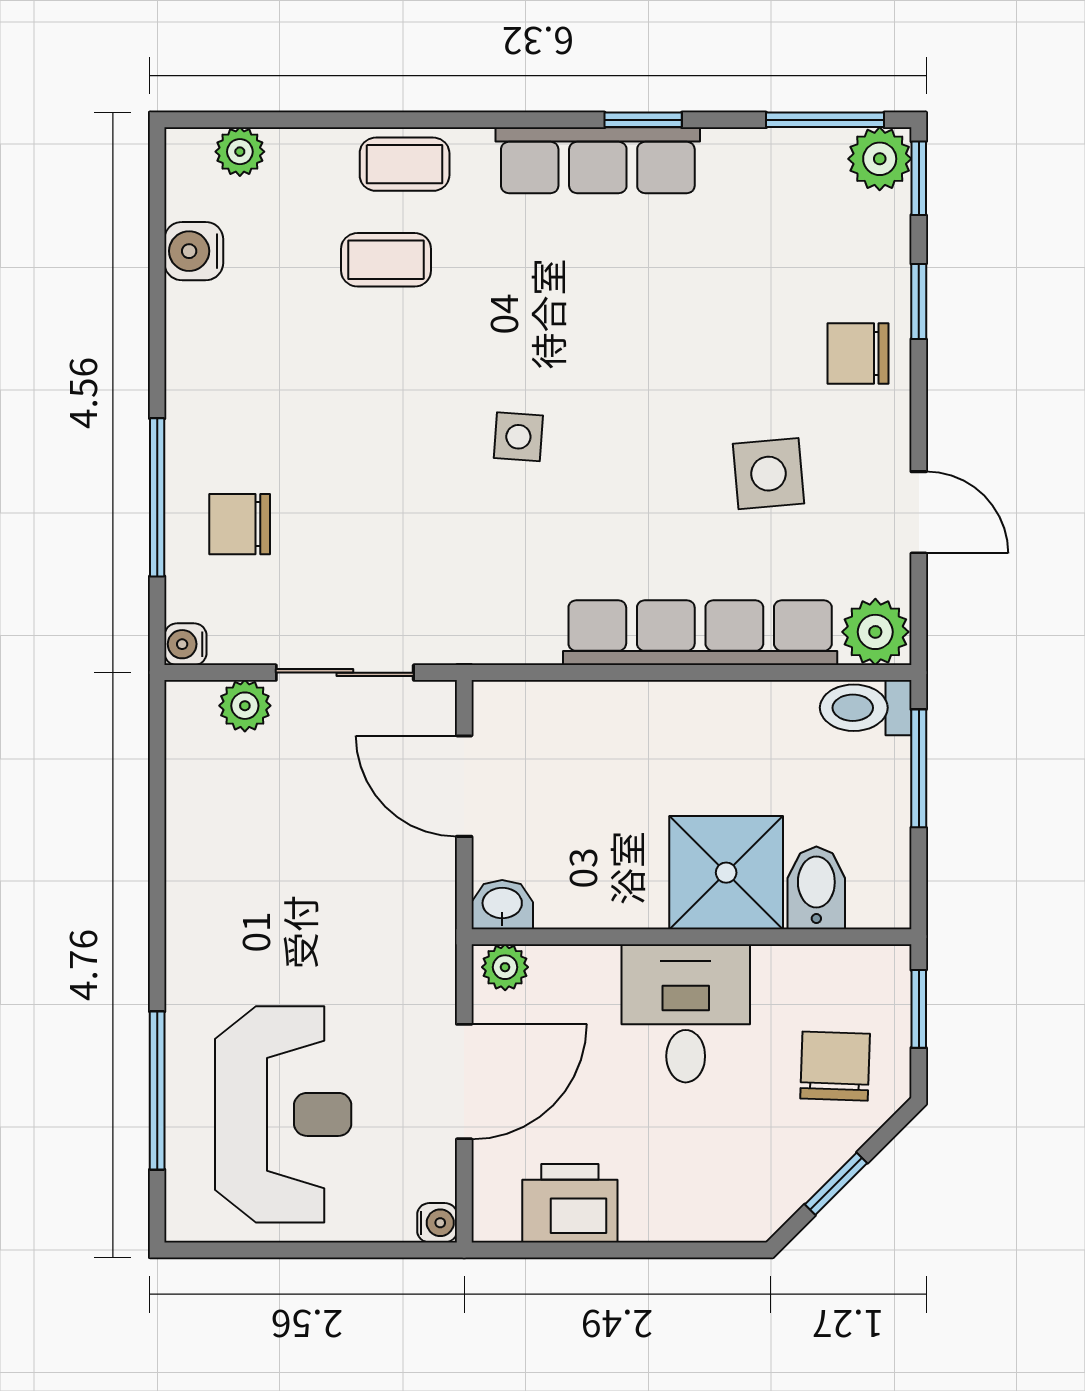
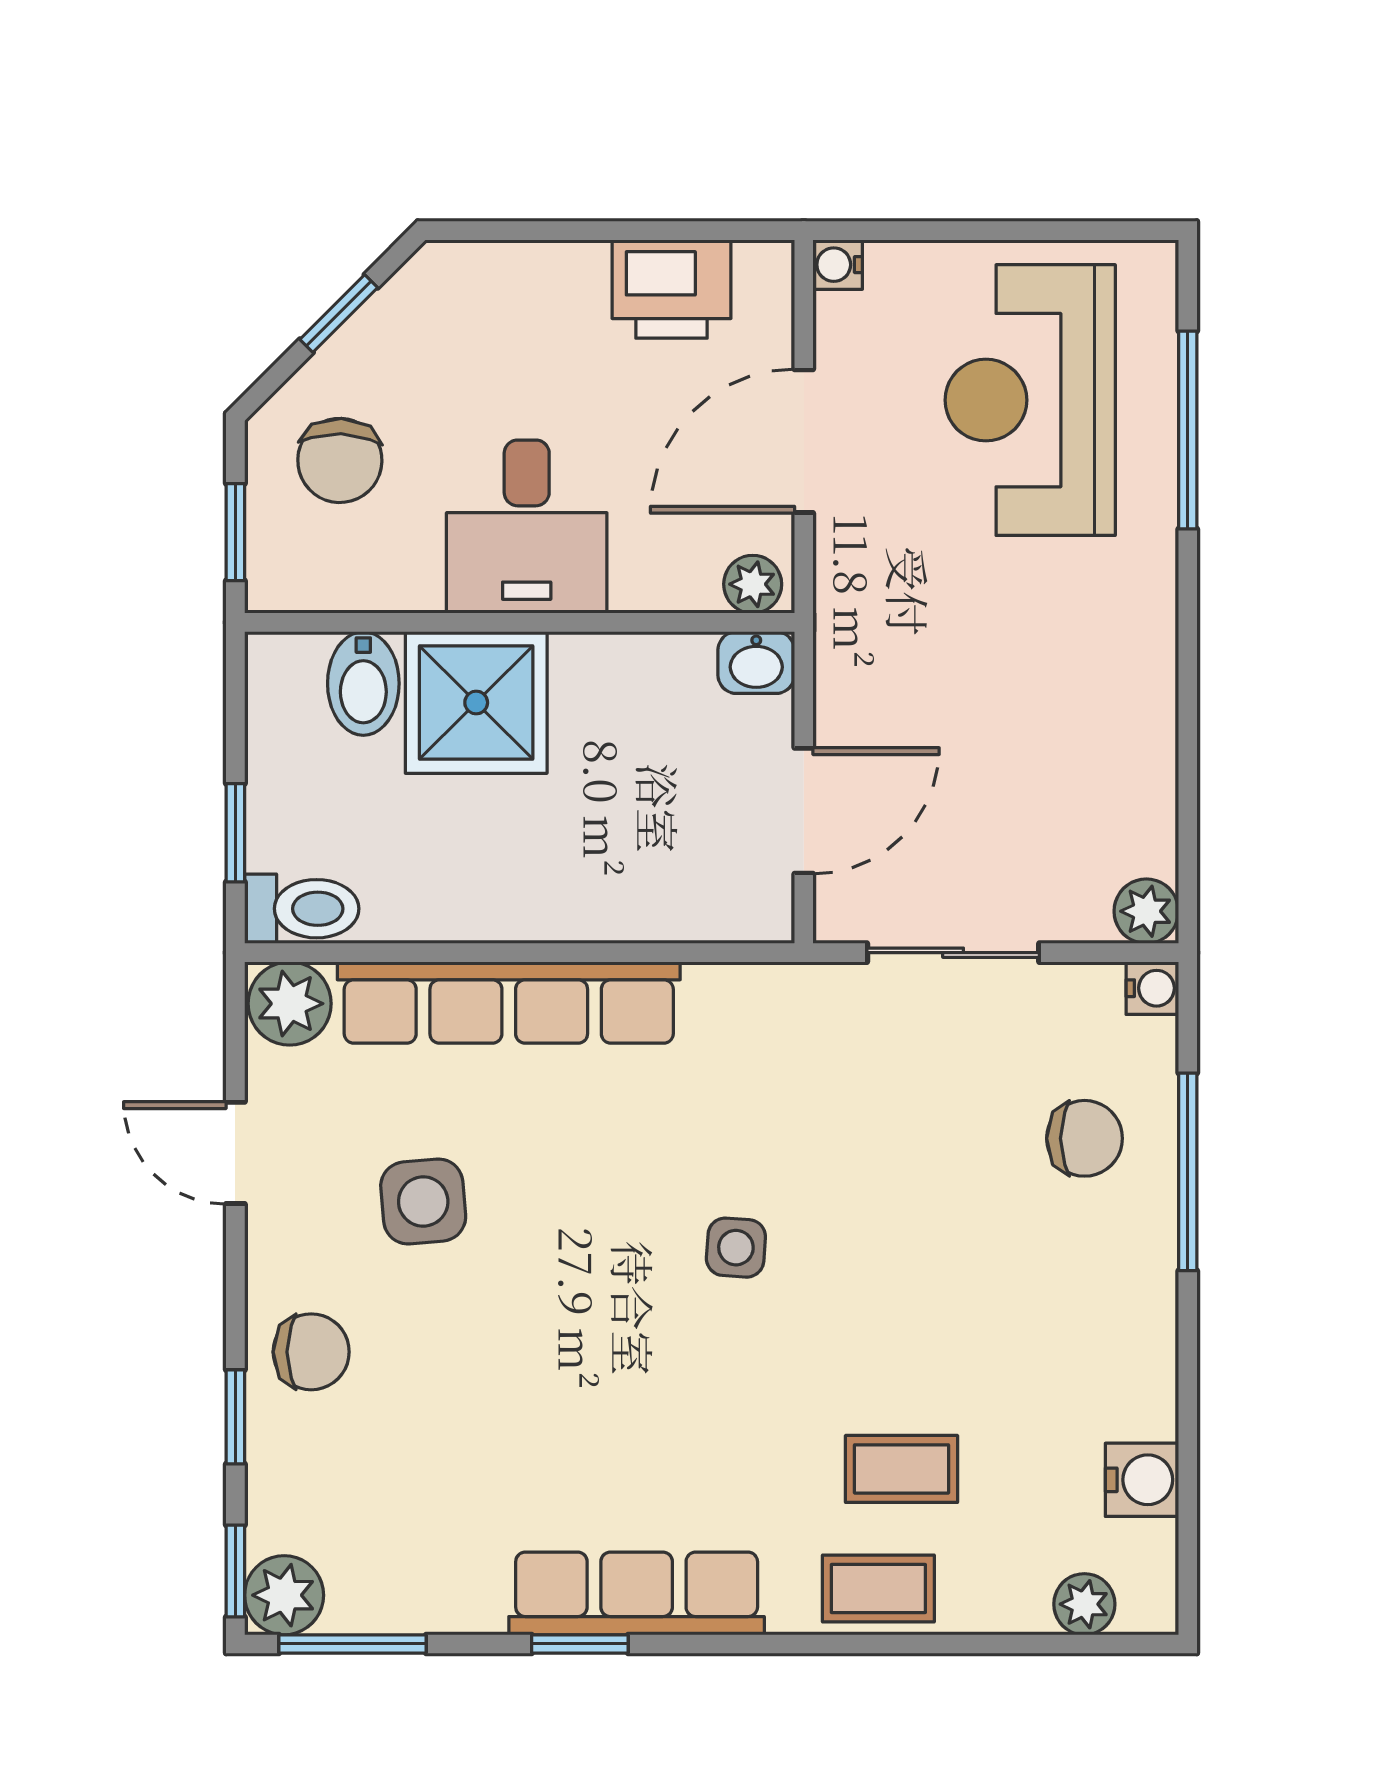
plant: (245, 706) -> (1146, 911), moved
window: (919, 768) -> (235, 833), width x0.67
door: (464, 786) -> (804, 811), hinge flipped

